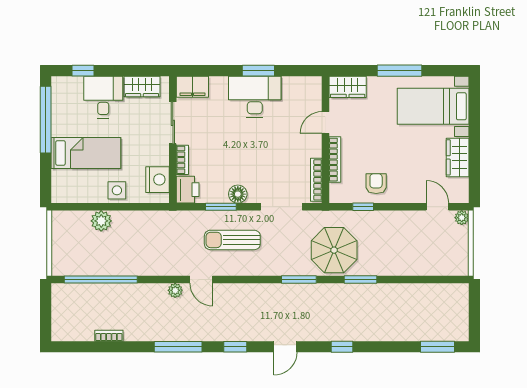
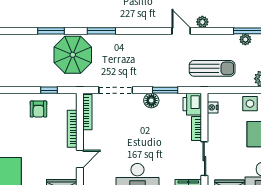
nightstand: (158, 180) -> (213, 107), width x0.53, depth x0.56
sun lounger: (232, 240) -> (212, 68), moved
plant: (123, 269) -> (245, 39), added

